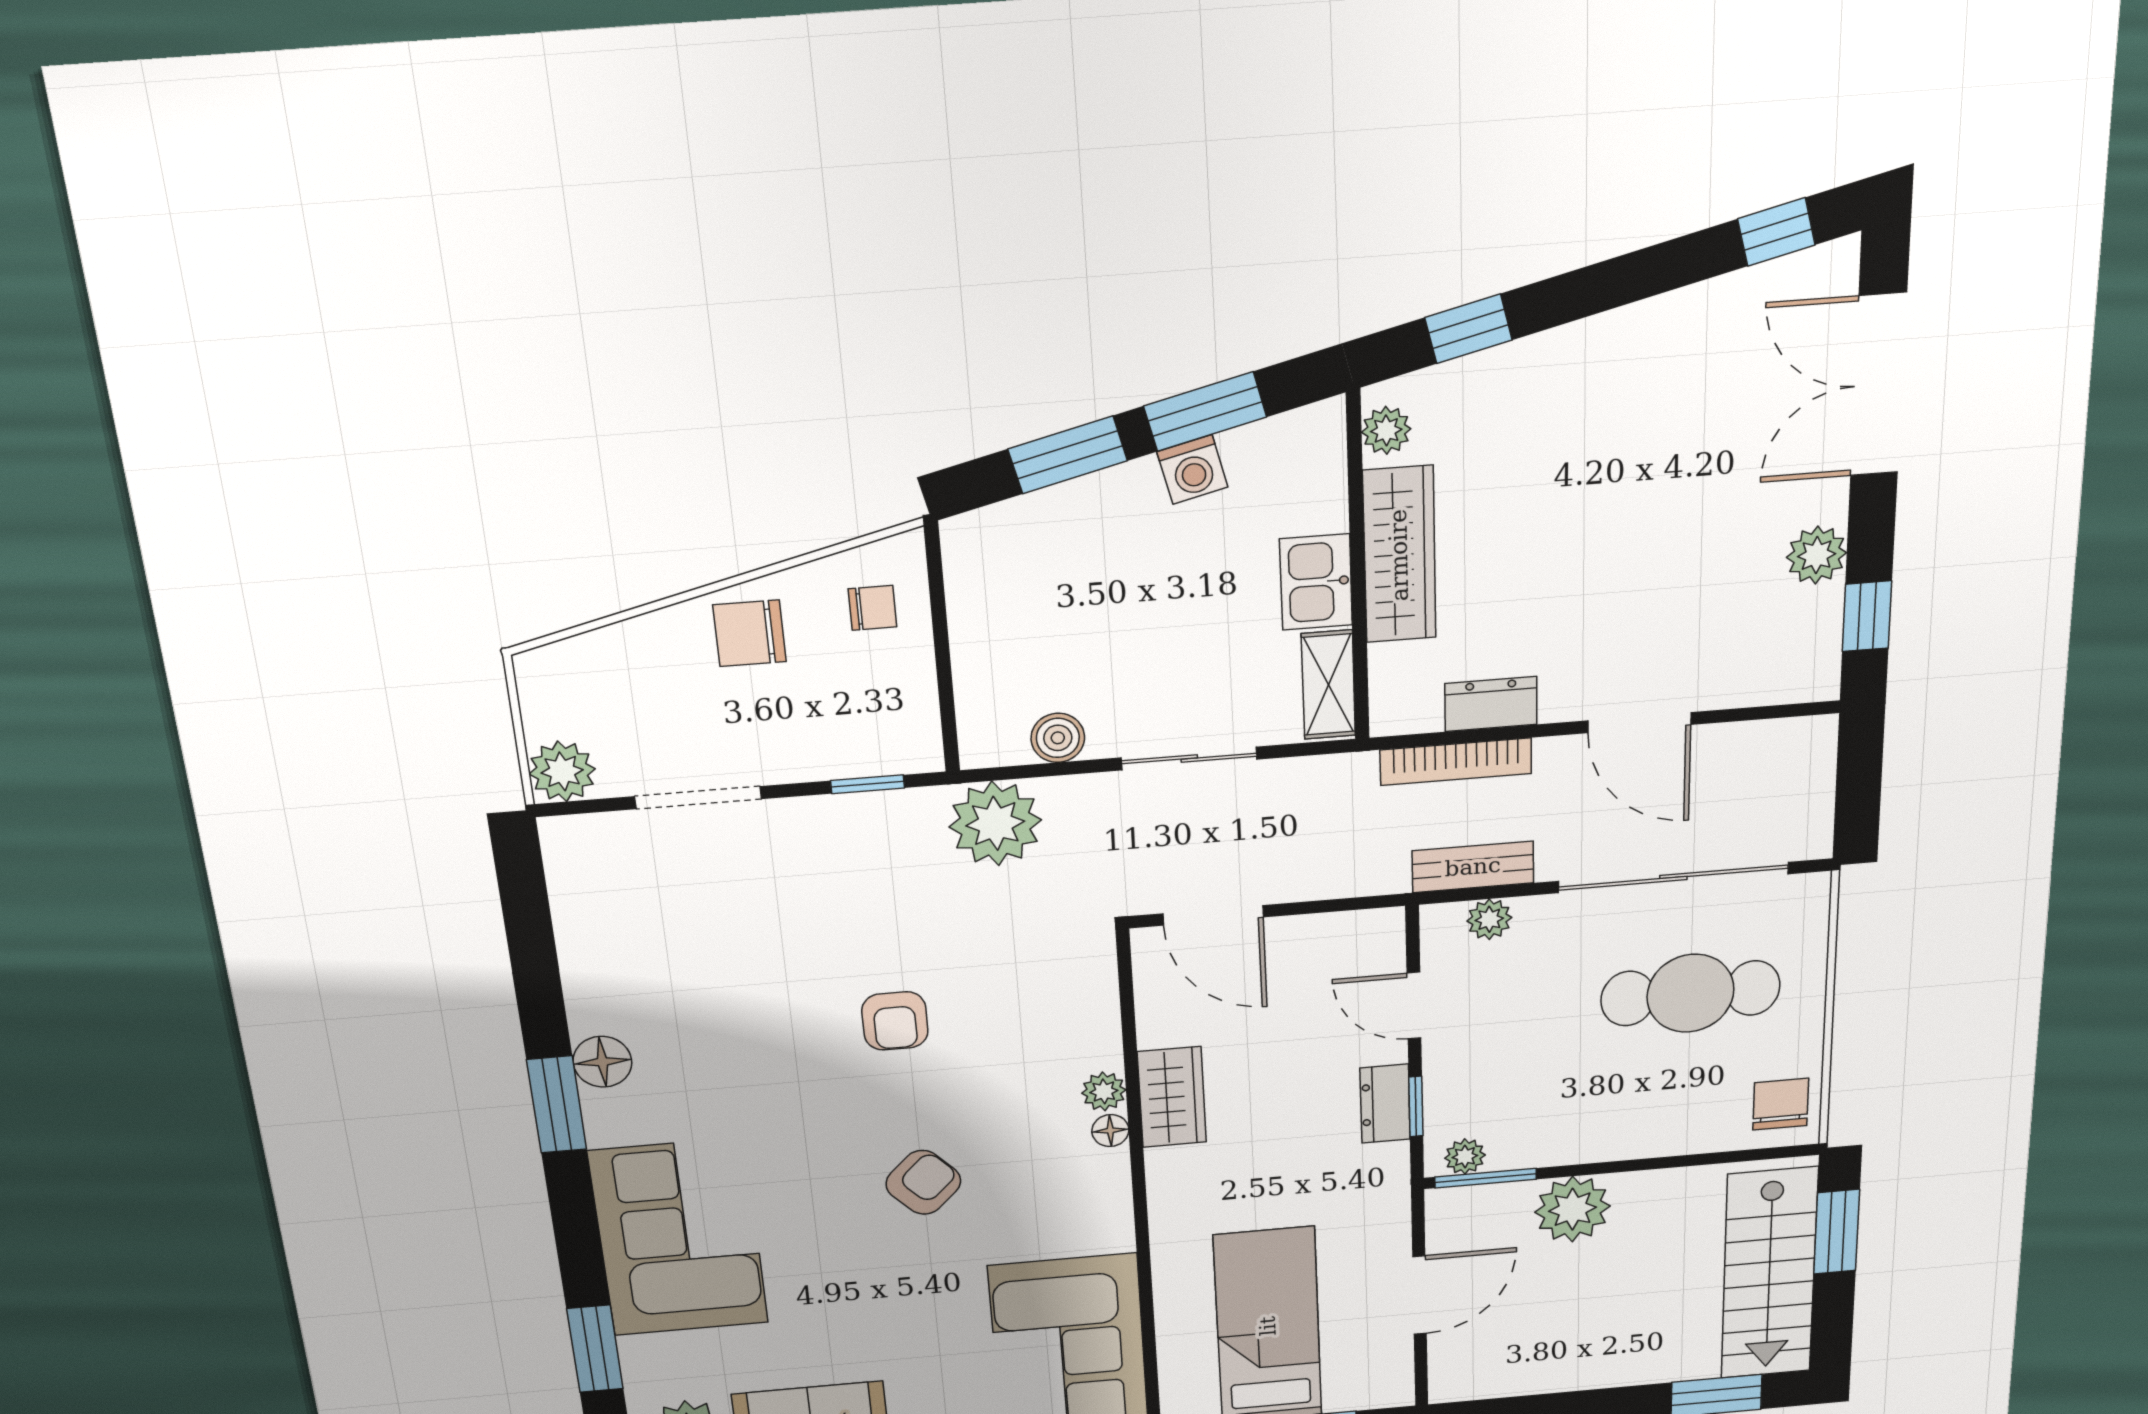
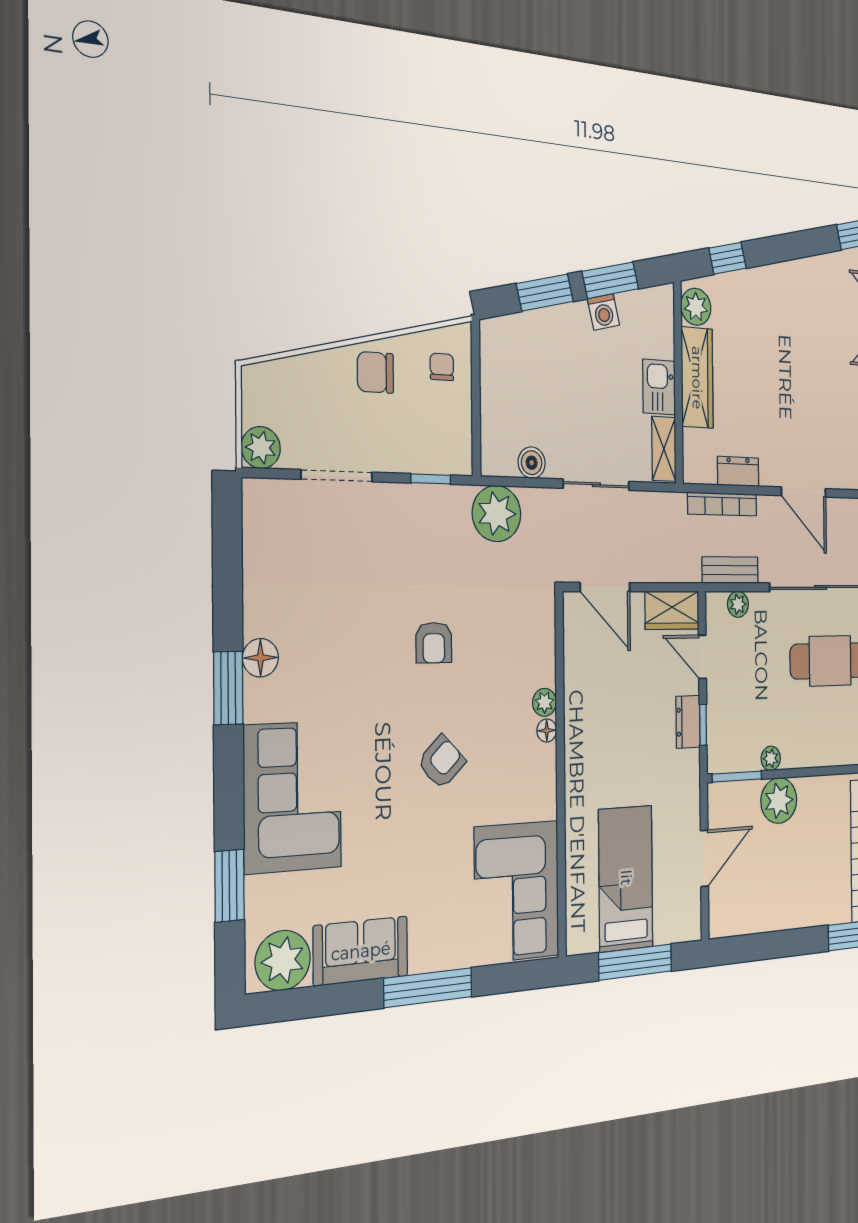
plant: (1386, 430) -> (696, 307), width x1.38, depth x1.38
chair: (873, 608) -> (442, 367), turned -90
wardrobe: (1172, 1097) -> (672, 610), moved, turned 90
plant: (1465, 1157) -> (771, 758), moved

